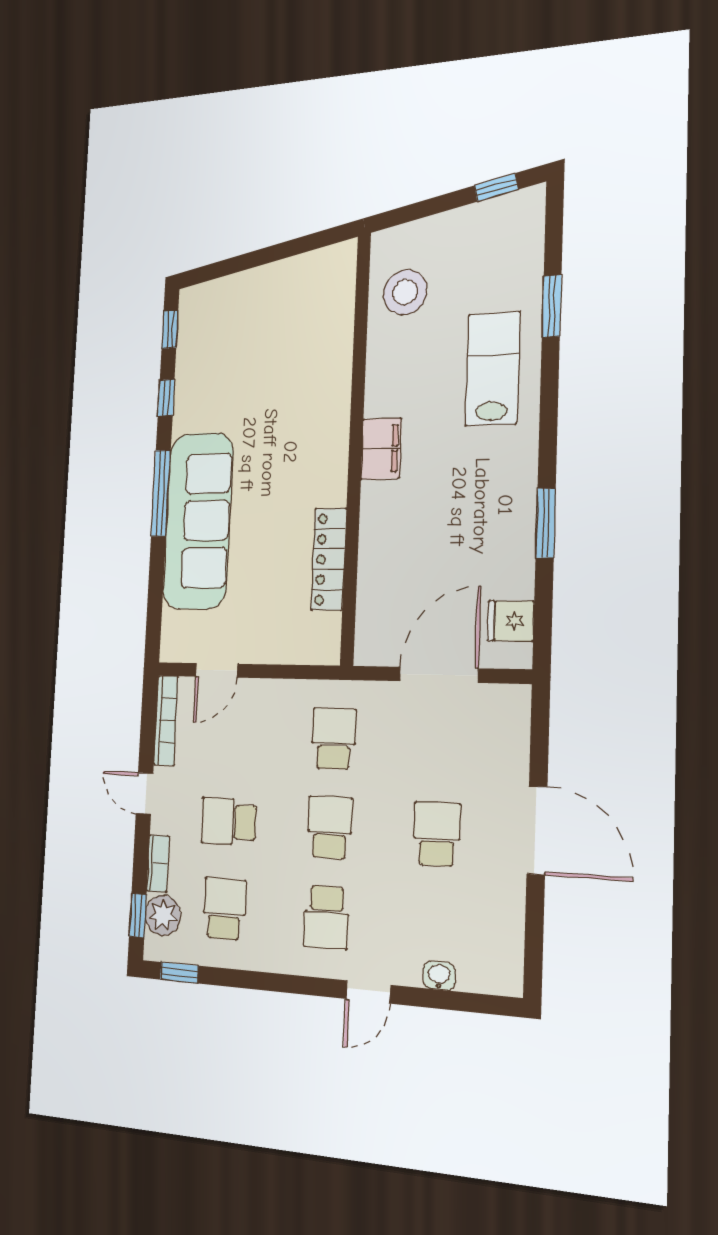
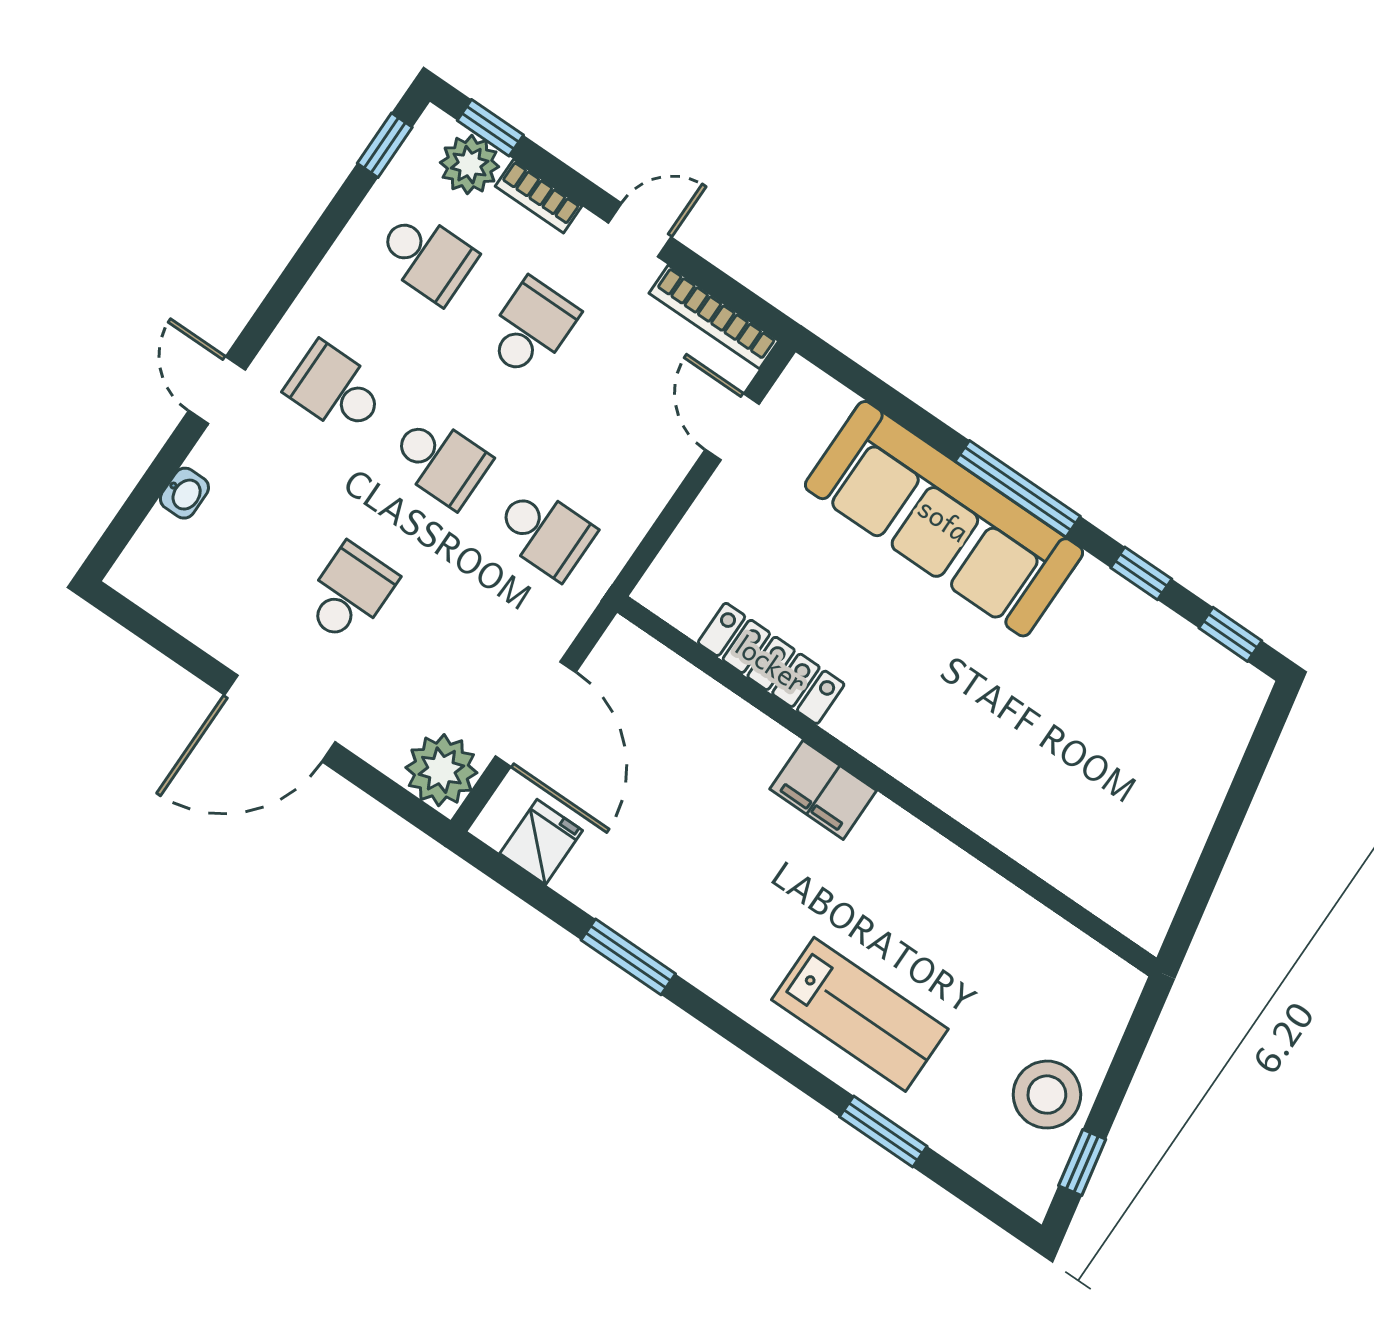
stool: (405, 292) -> (1047, 1095), moved
filing cabinet: (381, 449) -> (823, 790), moved
plant: (506, 709) -> (441, 770), added
school desk: (437, 834) -> (350, 593), turned -90

